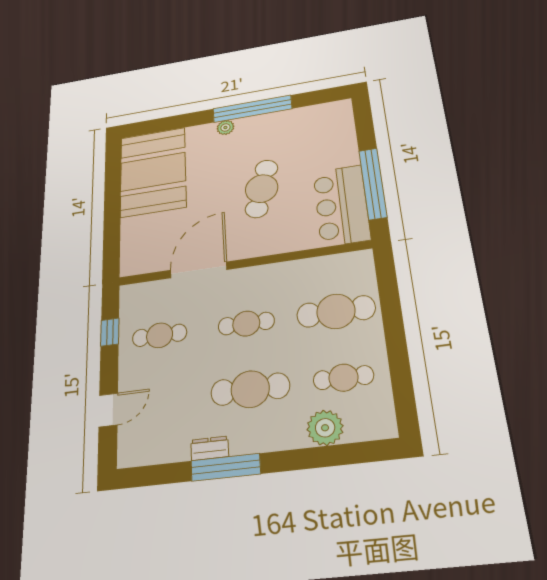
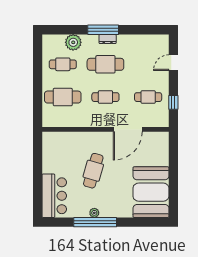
plant: (225, 128) -> (94, 213), moved
window: (373, 184) -> (38, 163), removed
bar counter: (341, 205) -> (54, 196), moved
dresser: (210, 448) -> (108, 39), moved
window: (226, 467) -> (103, 30), moved

